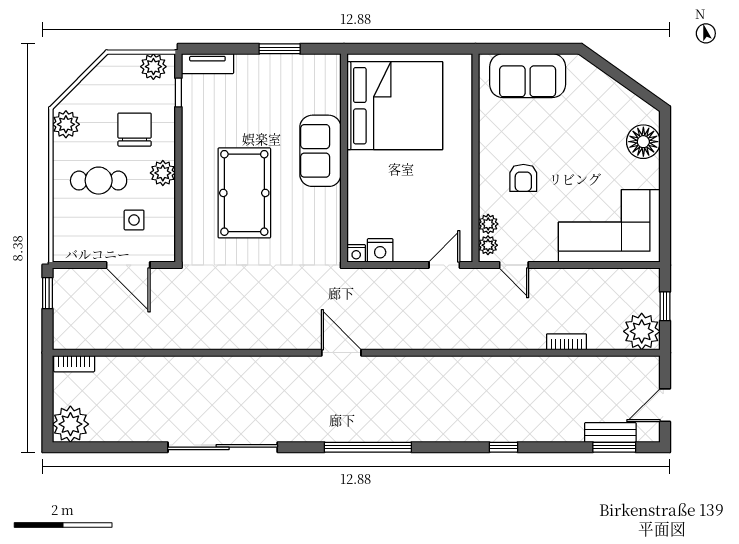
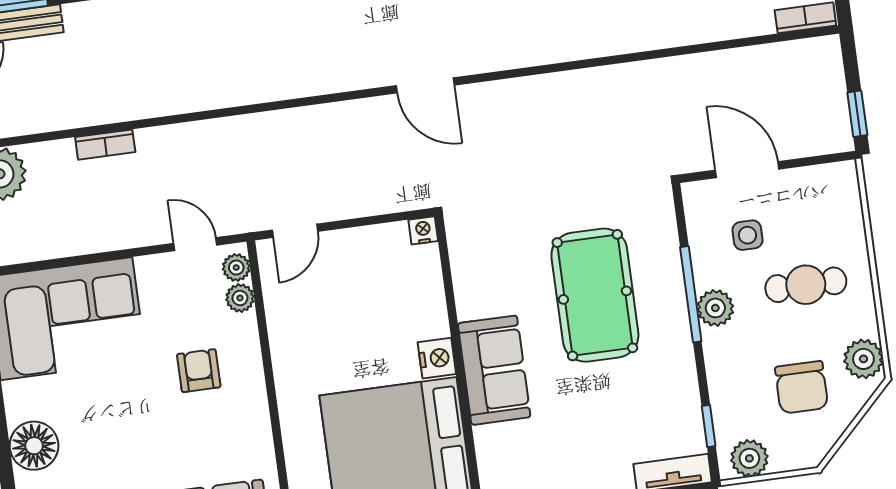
chair: (135, 130) -> (802, 387), moved
window: (178, 185) -> (691, 294), added
nightstand: (380, 250) -> (437, 358), moved, turned 90

